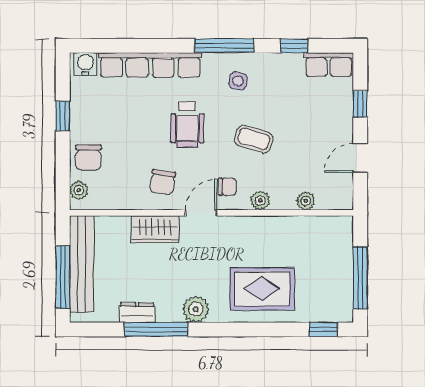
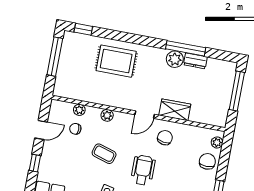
chair: (227, 187) -> (75, 129), moved
bench: (82, 264) -> (224, 97), removed
plant: (196, 309) -> (175, 59), moved

